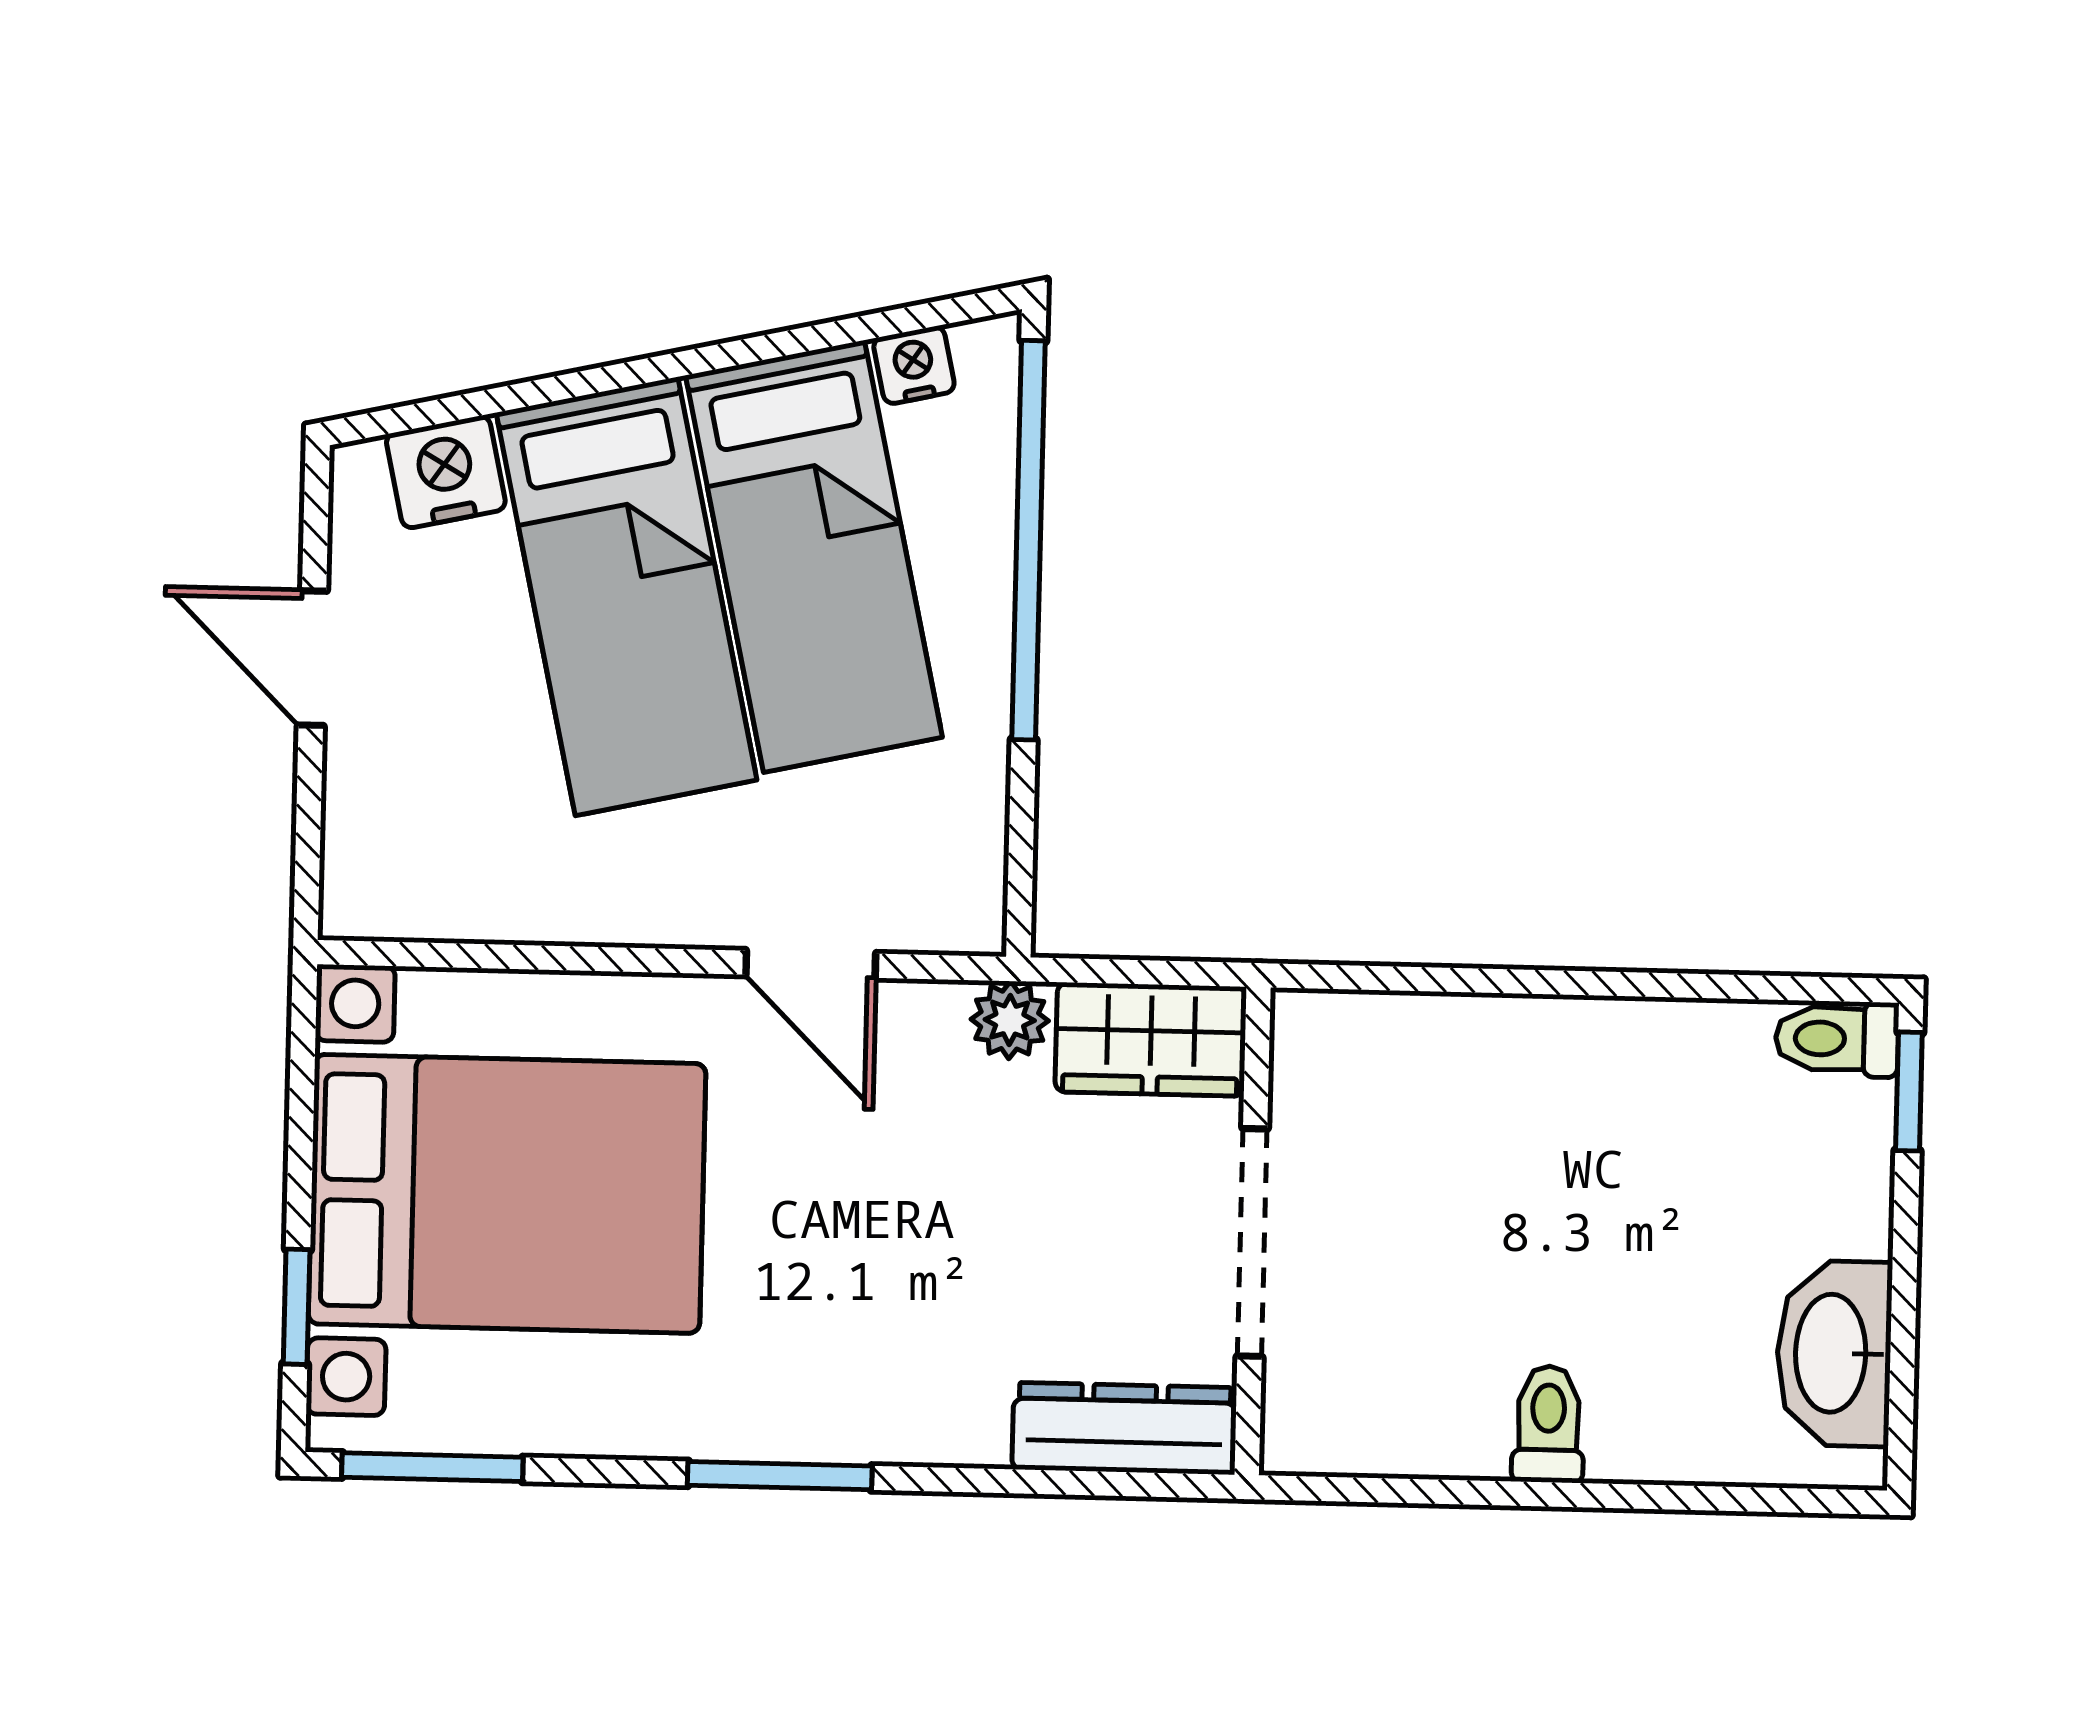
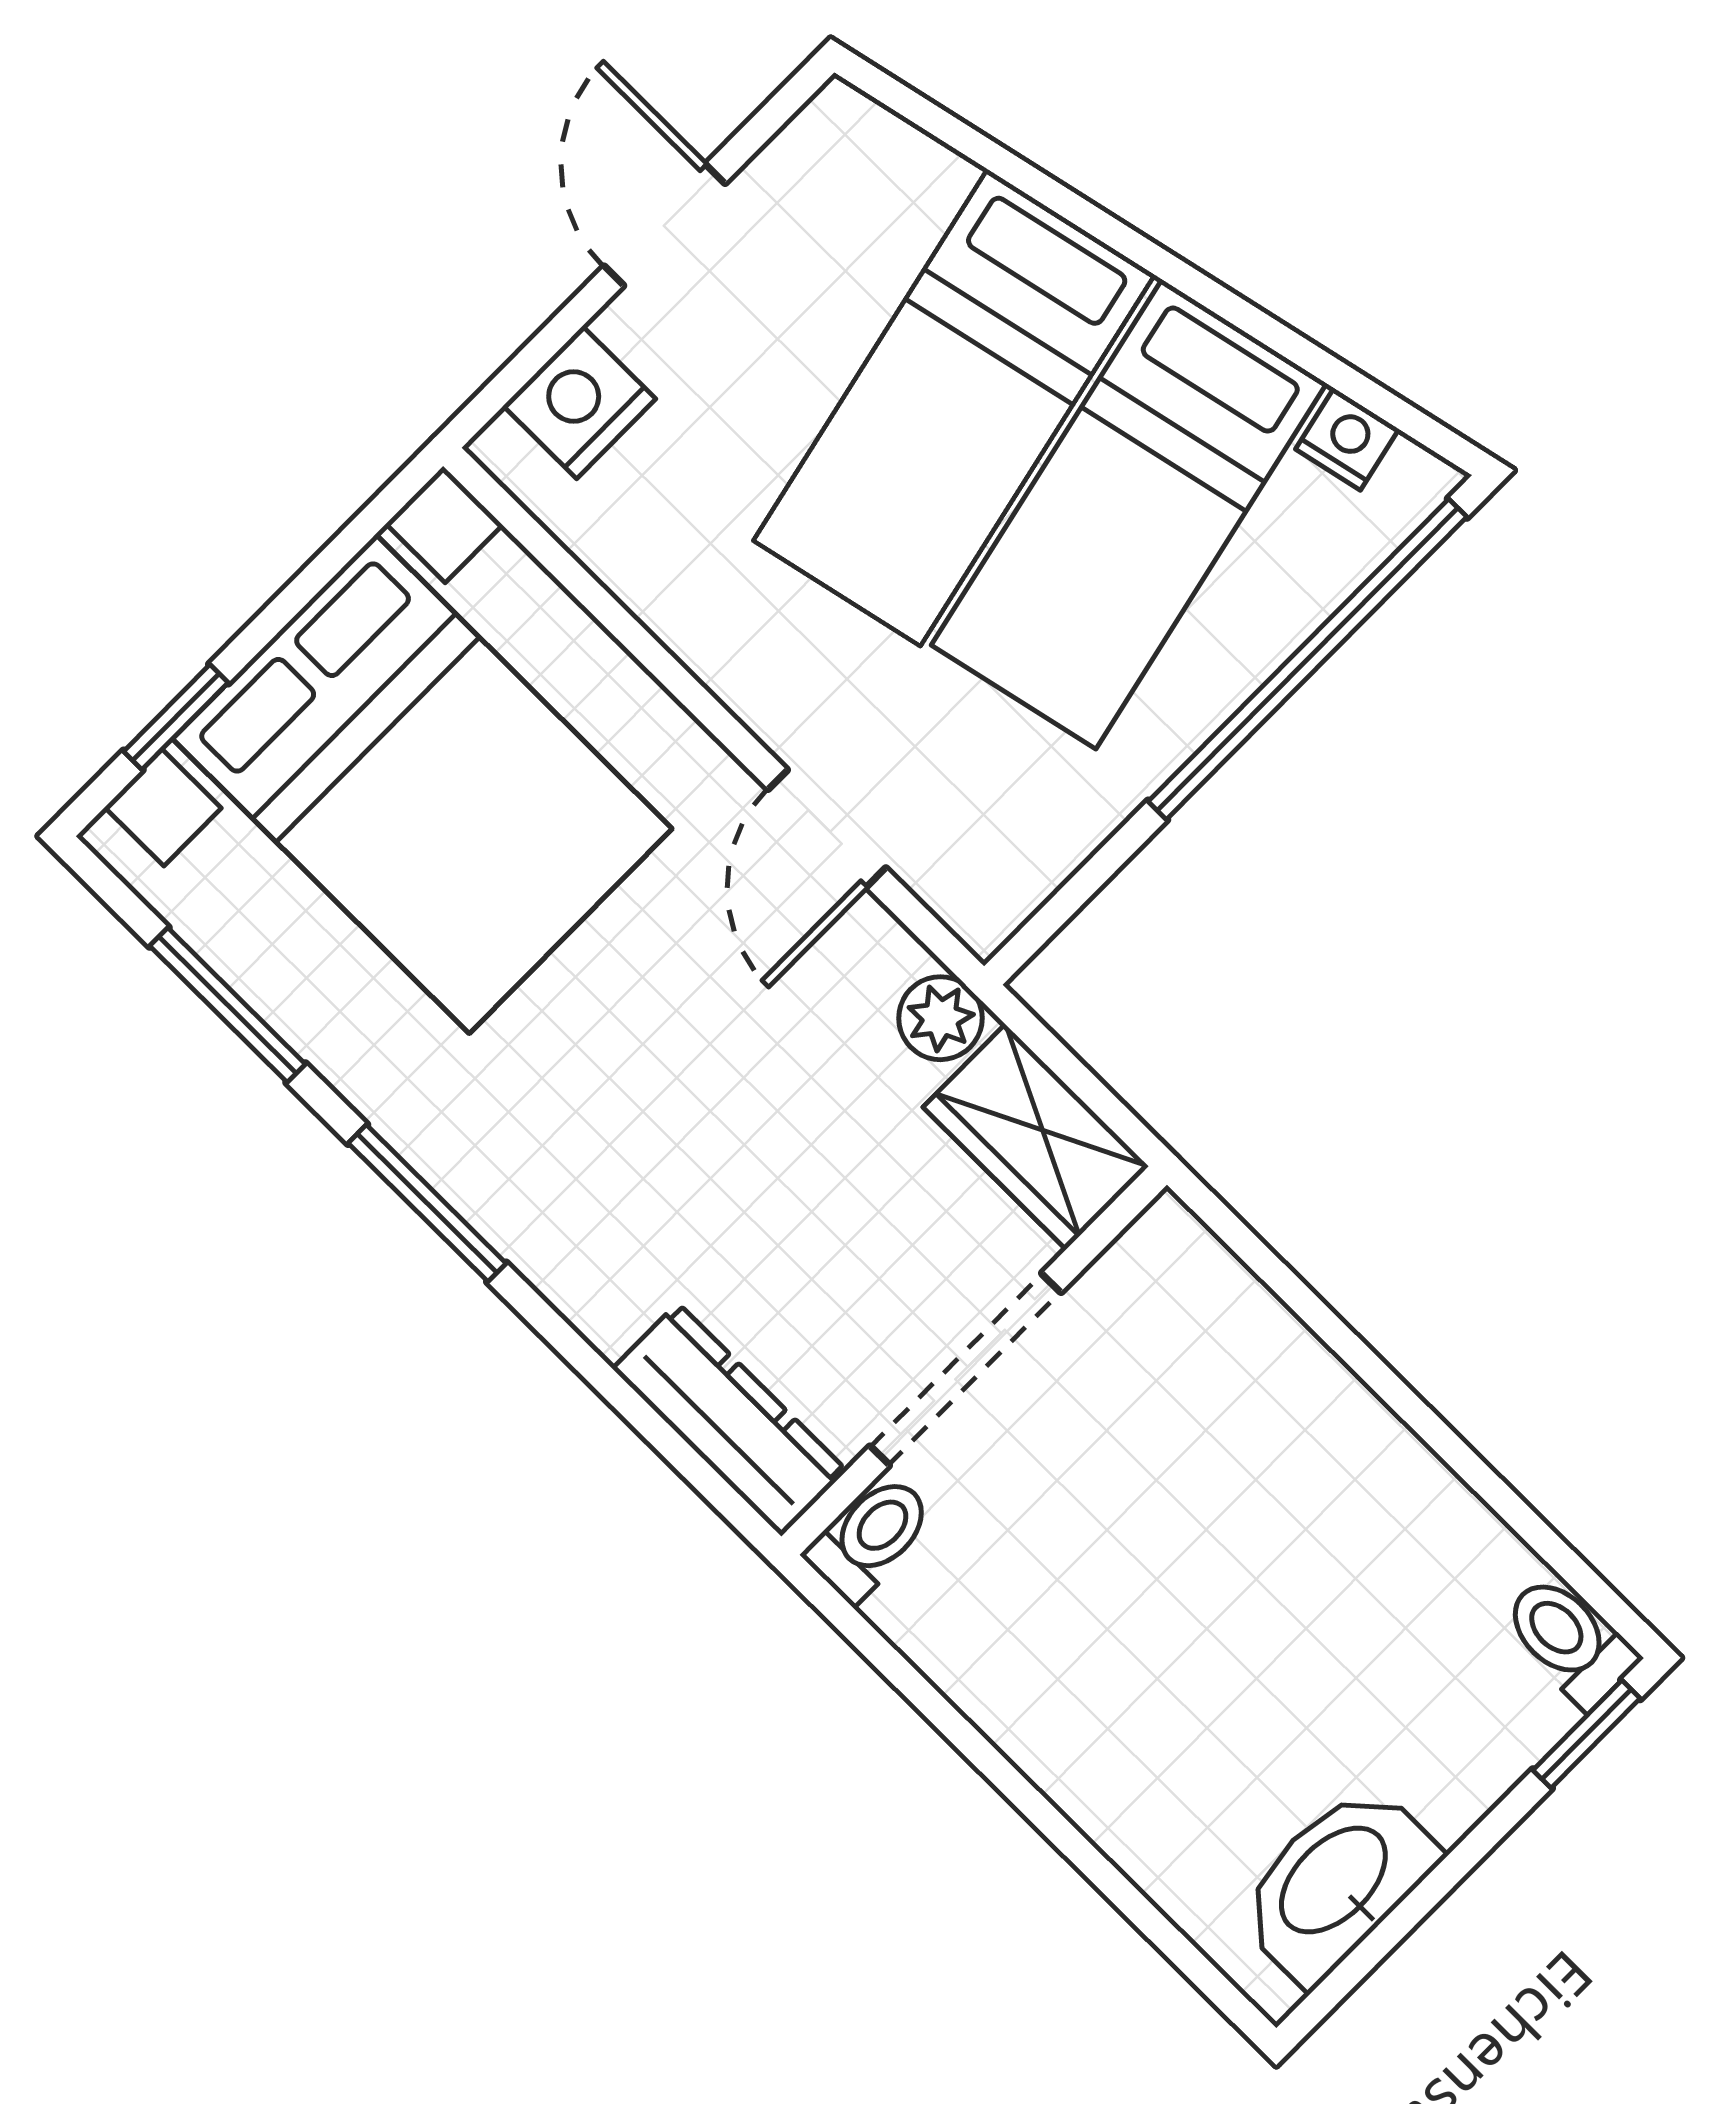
nightstand: (446, 472) -> (580, 402), moved, turned -77
toilet: (1548, 1424) -> (870, 1538), moved
window: (432, 1467) -> (228, 1005), moved

